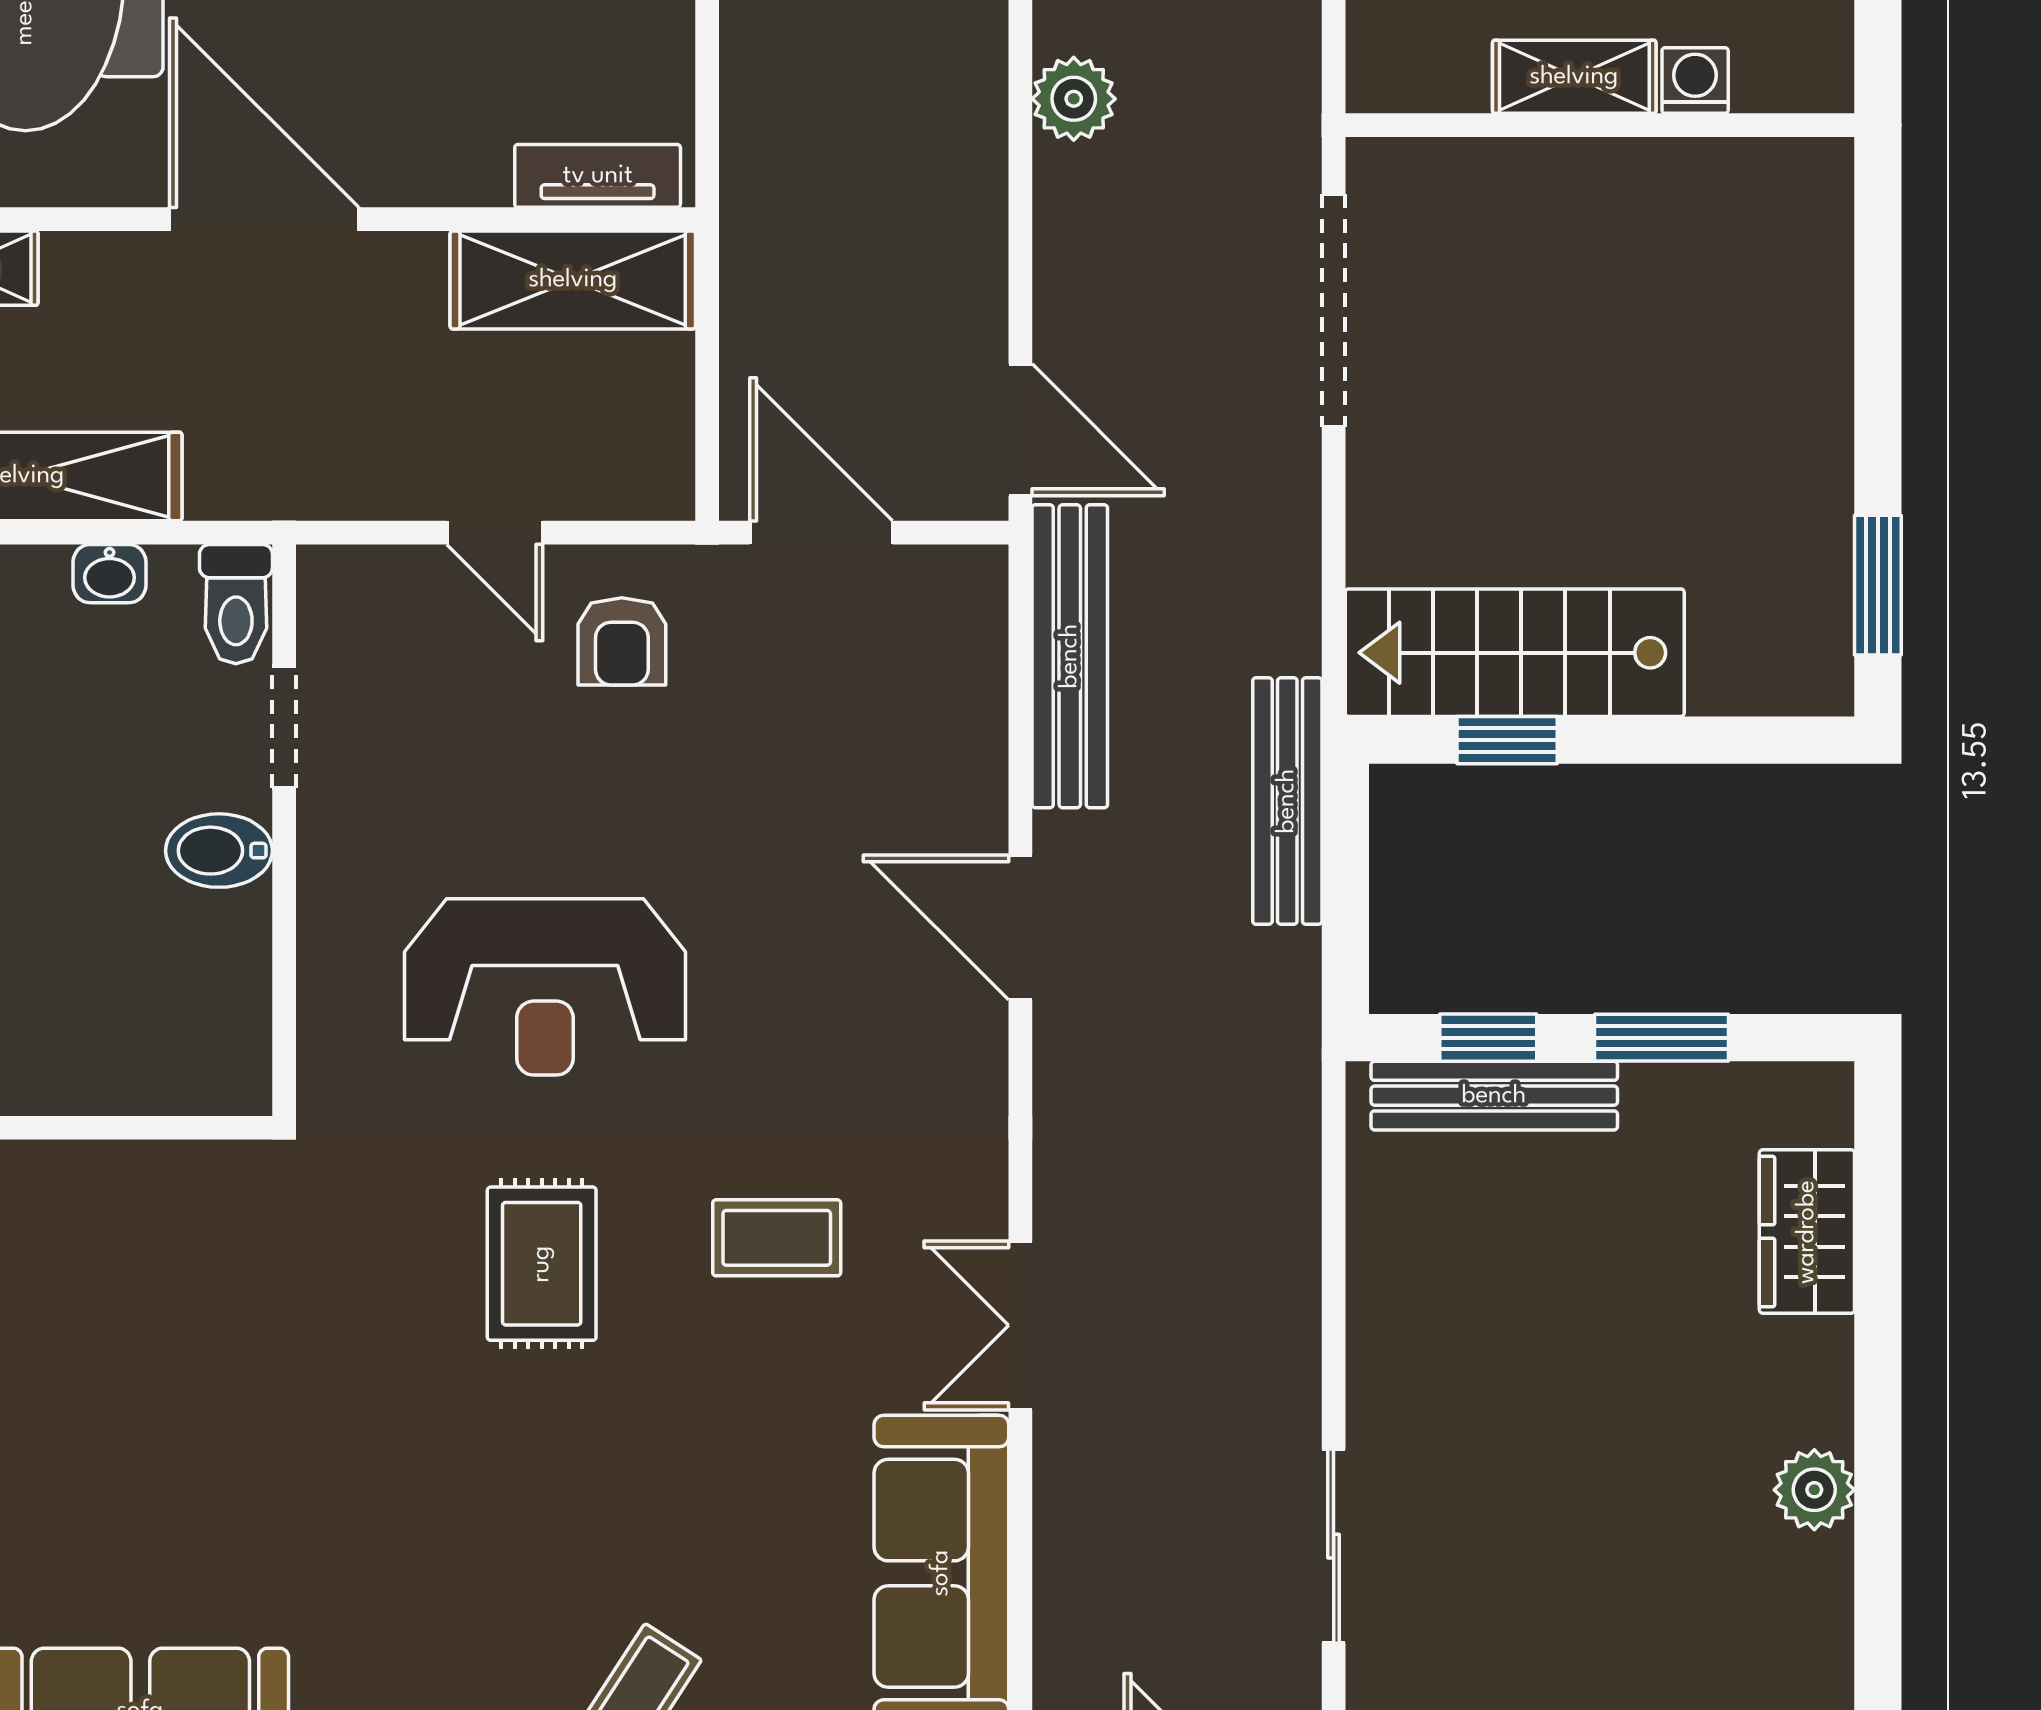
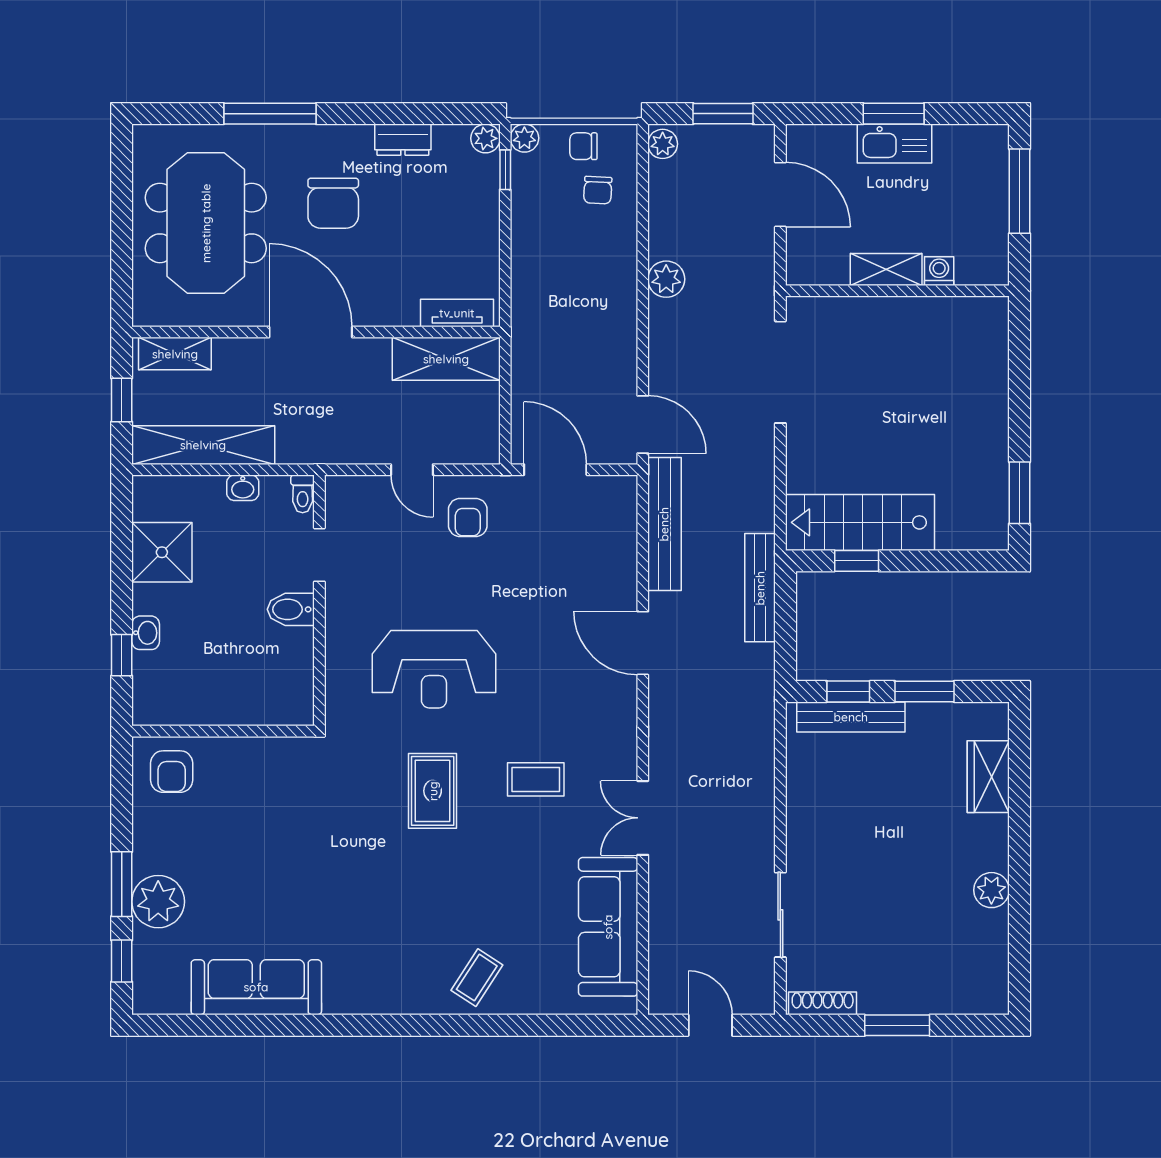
toilet: (236, 604) -> (303, 494), width x0.73, depth x0.72

